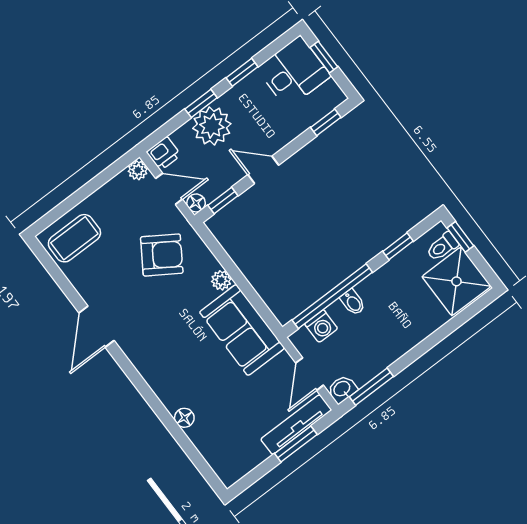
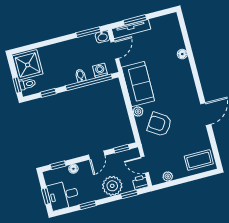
window: (201, 103) -> (129, 194), moved
plant: (138, 170) -> (168, 176), moved
door: (263, 170) -> (97, 155), hinge flipped
floor lamp: (196, 203) -> (73, 169), moved
armchair: (162, 255) -> (159, 124), moved

